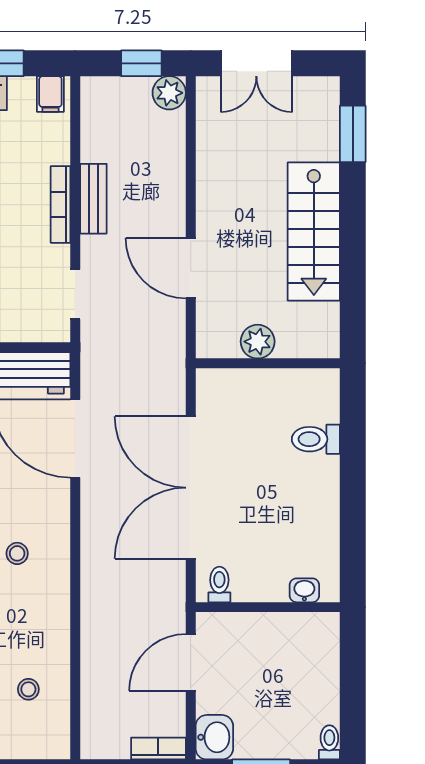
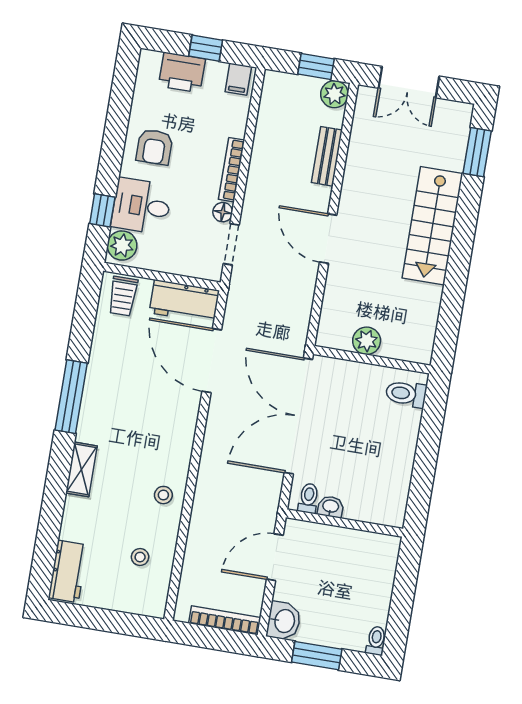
bench: (93, 199) -> (327, 156), moved
floor lamp: (58, 257) -> (223, 212), added
plant: (258, 342) -> (367, 341), moved
wall: (268, 363) -> (372, 360), moved
stool: (17, 553) -> (163, 495), moved
washbasin: (304, 590) -> (331, 507), moved
bookcase: (158, 749) -> (225, 620), width x1.56

